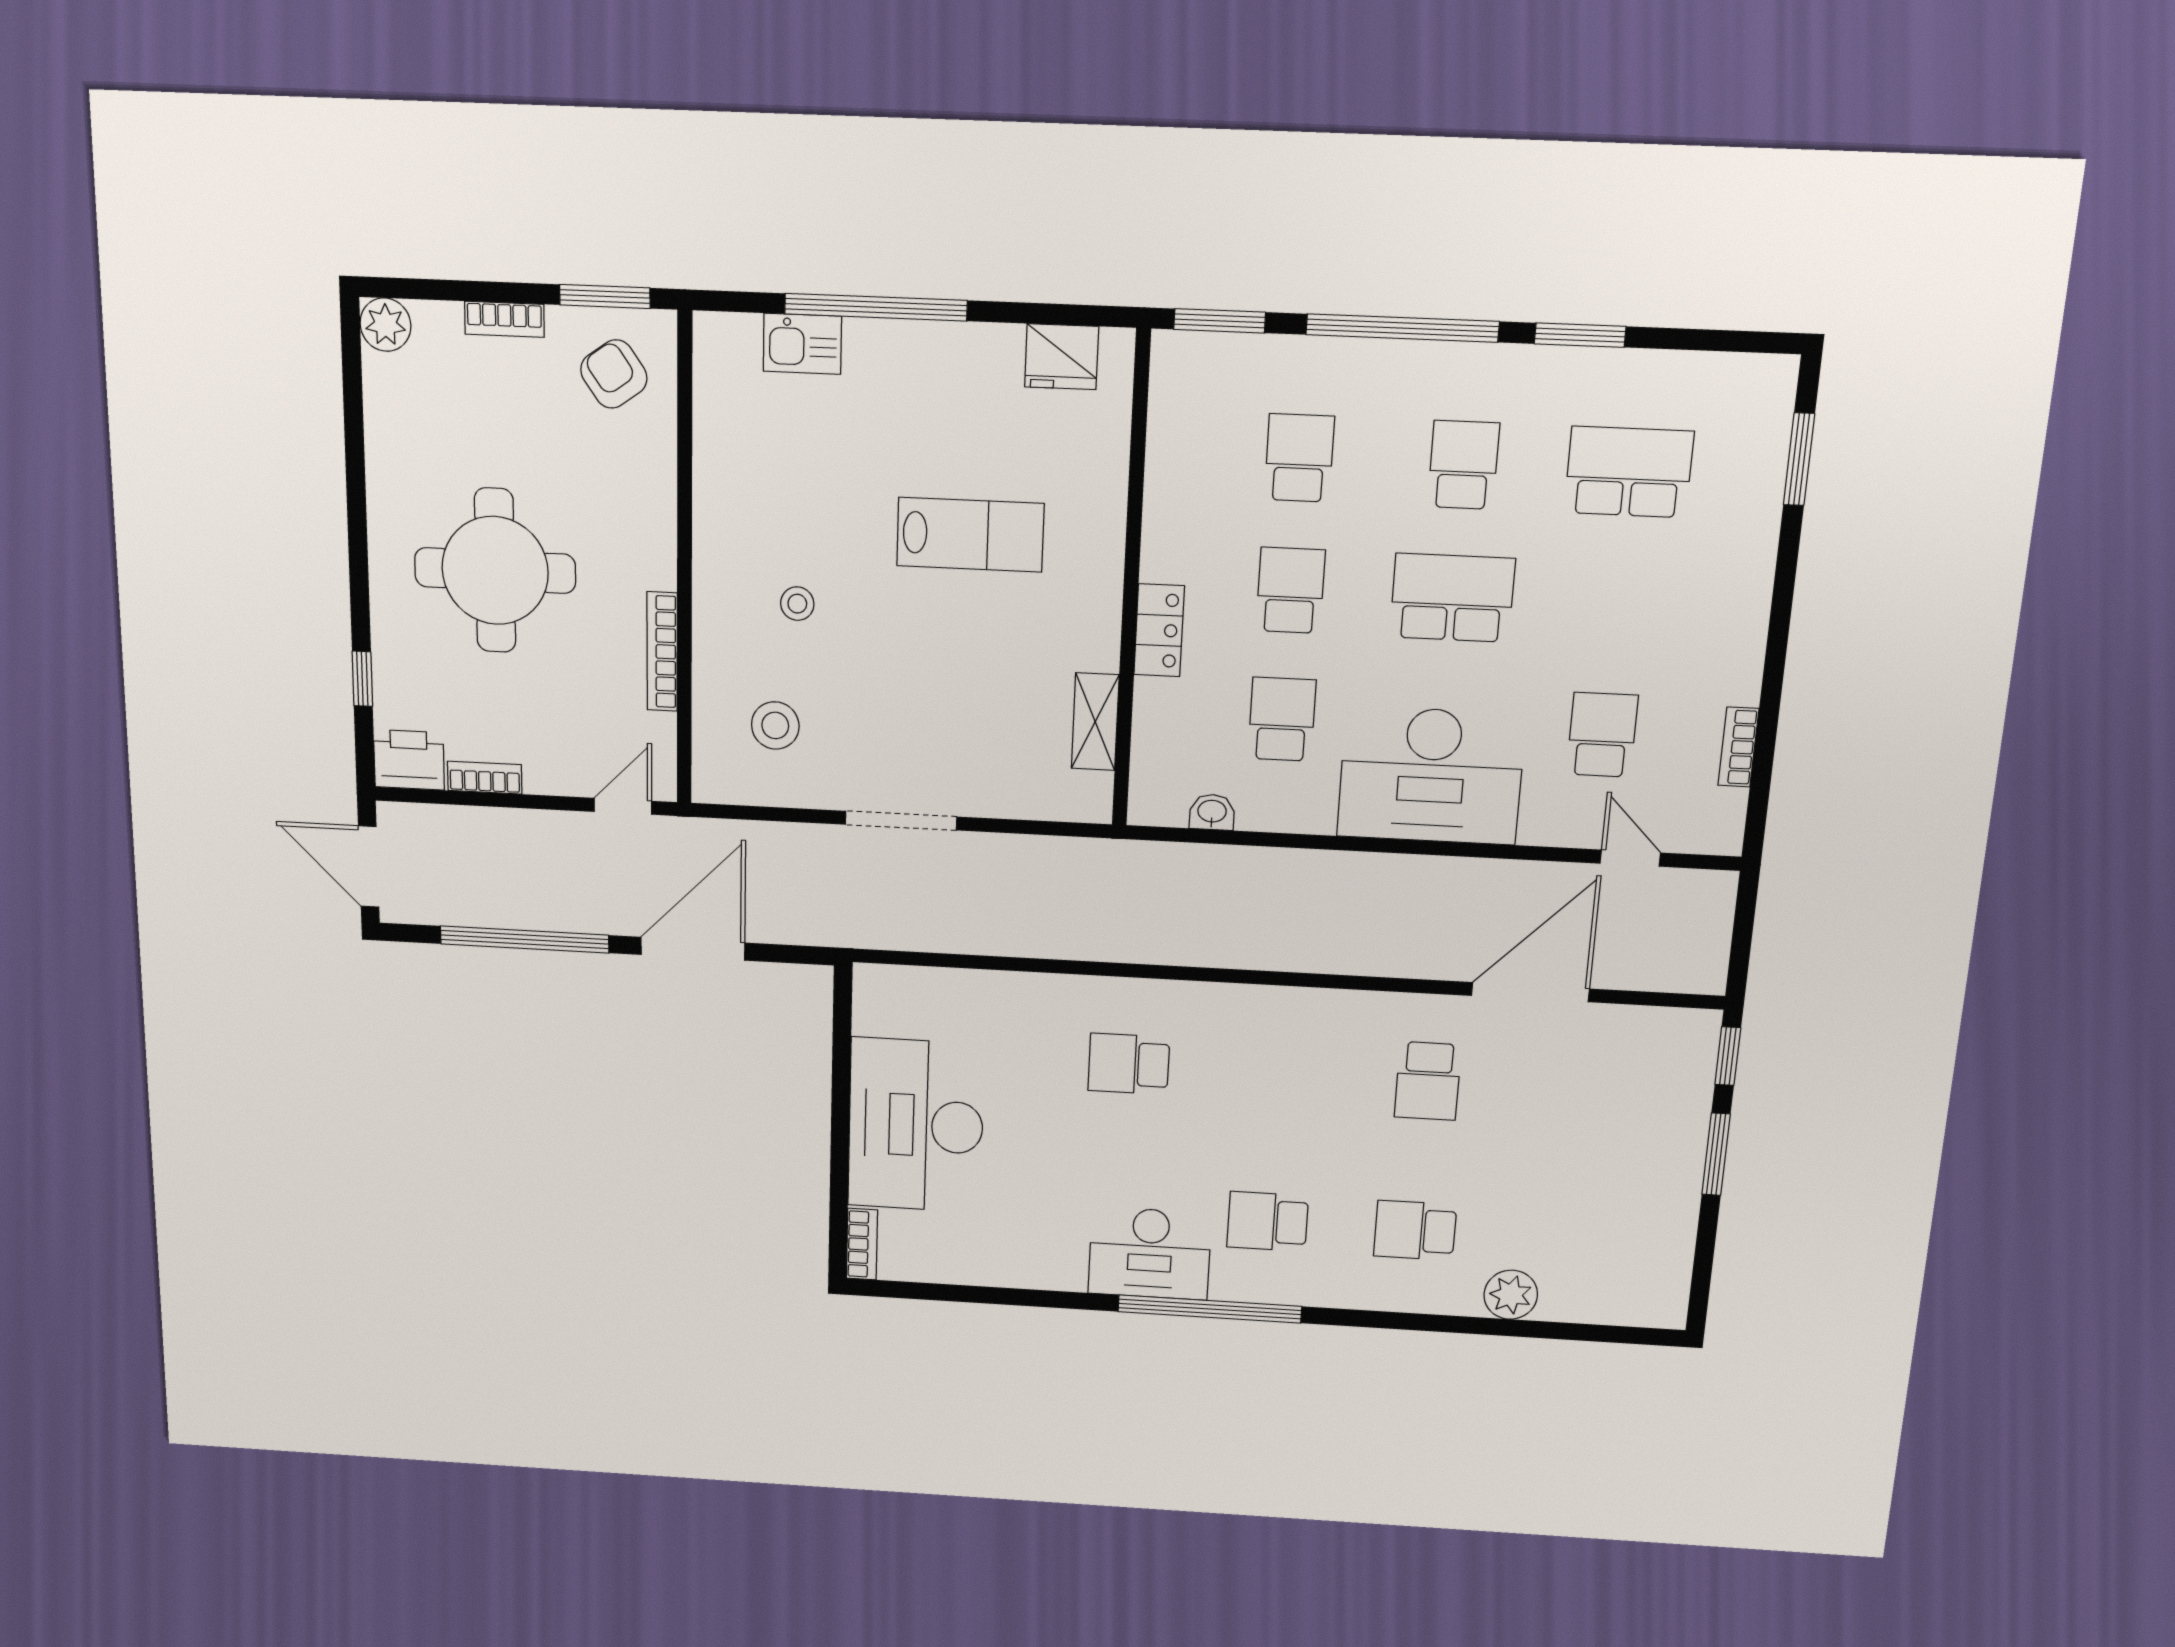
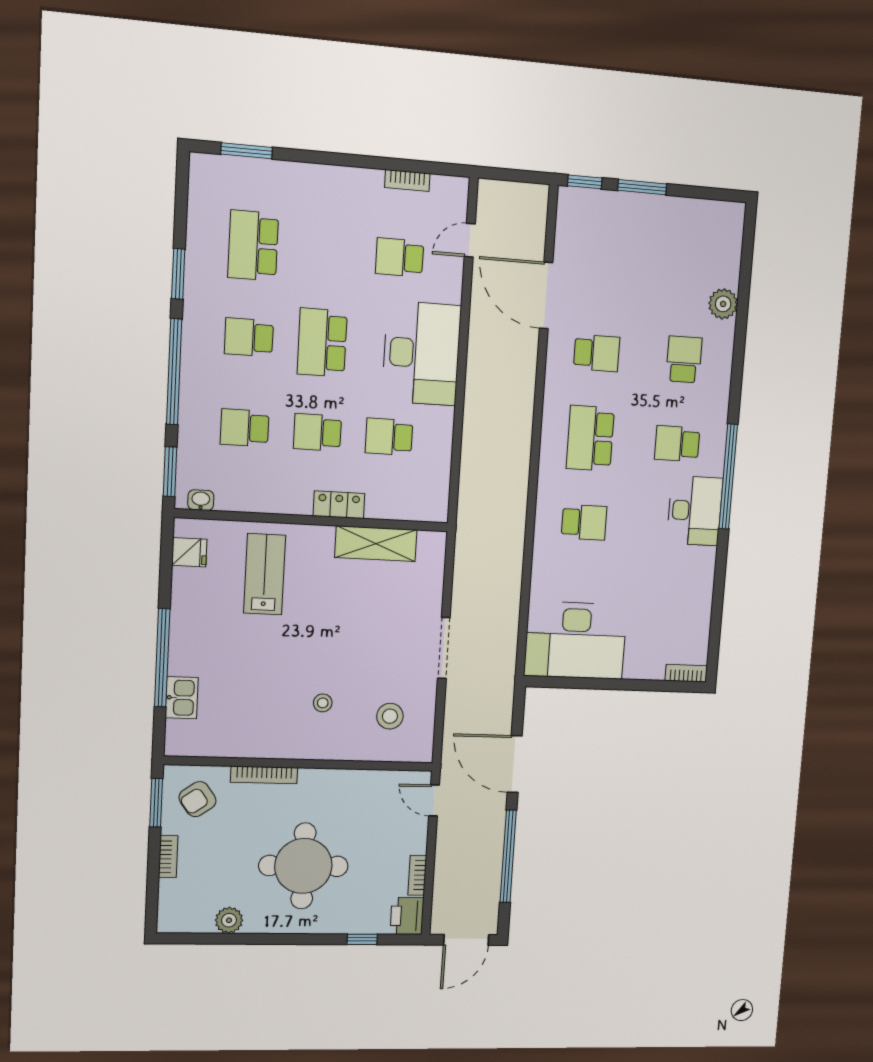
plant: (385, 325) -> (229, 920), moved
fridge: (1062, 357) -> (189, 552), width x0.72
lab bench: (970, 535) -> (265, 574), moved
bookcase: (662, 652) -> (264, 775), moved
shelving: (1095, 722) -> (376, 544), width x1.50, depth x1.33
washbasin: (1212, 812) -> (201, 500), moved, turned 90
school desk: (1129, 1064) -> (584, 522), turned -90
school desk: (1278, 1072) -> (590, 438), added
desk: (916, 1125) -> (575, 640), moved
school desk: (1268, 1221) -> (677, 444), turned 90
school desk: (1415, 1230) -> (684, 359), turned 180

